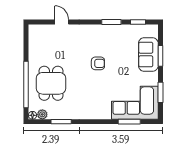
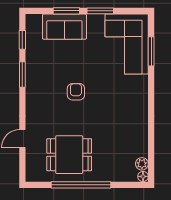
dining table: (51, 83) -> (69, 155), moved
window: (26, 85) -> (81, 185), moved
window: (160, 92) -> (100, 11), moved
window: (61, 122) -> (151, 139), removed

